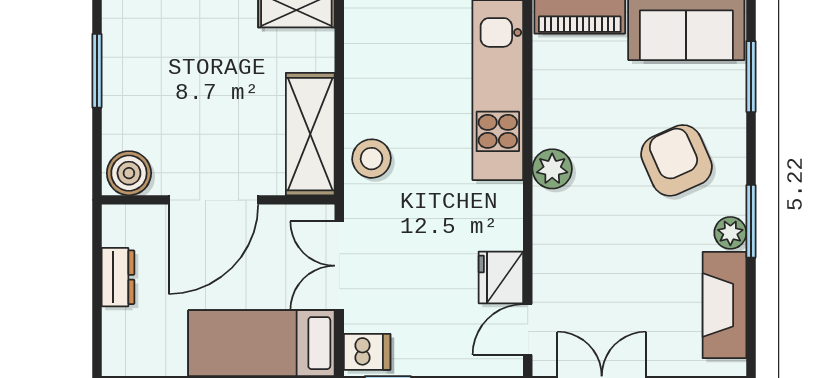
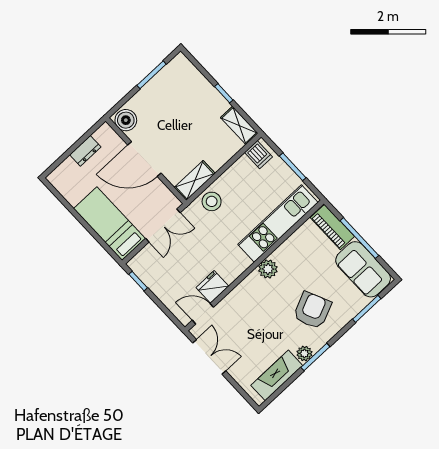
shelving: (310, 134) -> (195, 180), width x0.67, depth x0.75
double door: (339, 266) -> (163, 226), swing flipped
dishwasher: (367, 352) -> (258, 155), moved

